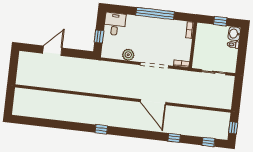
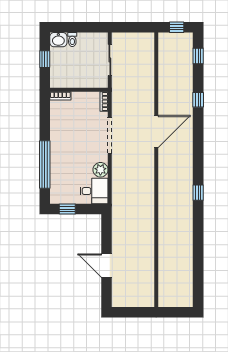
window: (155, 13) -> (45, 165), moved
desk: (115, 24) -> (94, 191), moved, turned 180
window: (99, 36) -> (67, 209), moved

